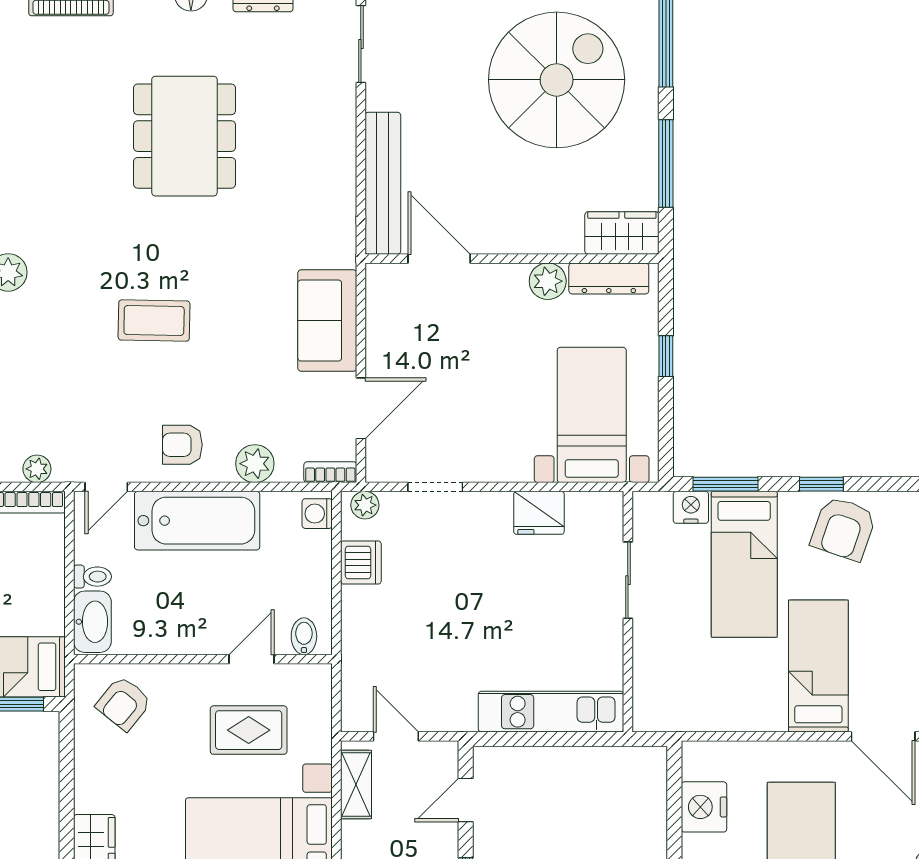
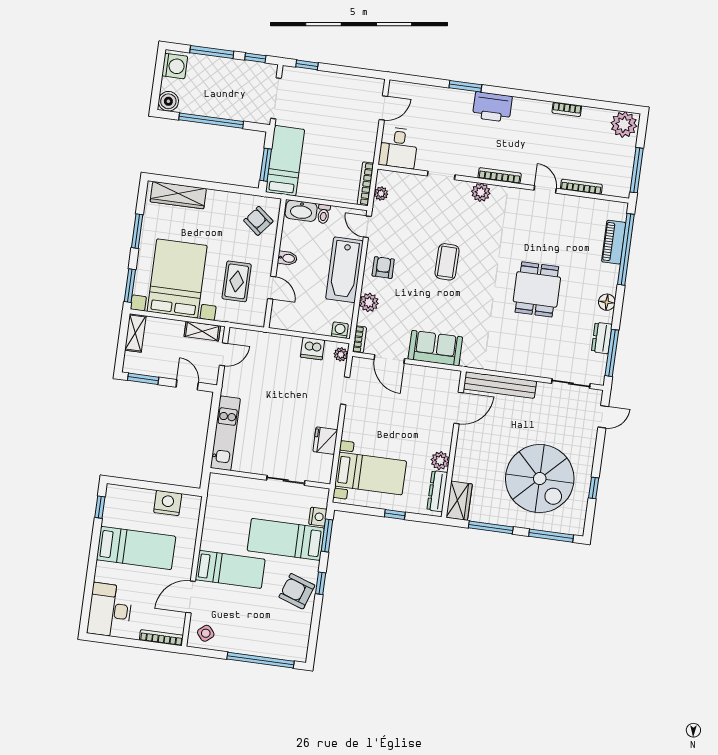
dining table: (184, 136) -> (537, 289), width x0.73
bidet: (304, 636) -> (287, 258), moved

